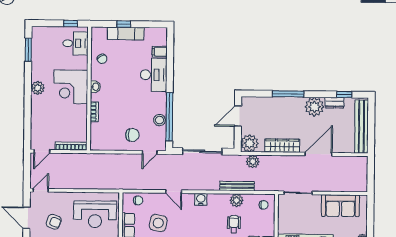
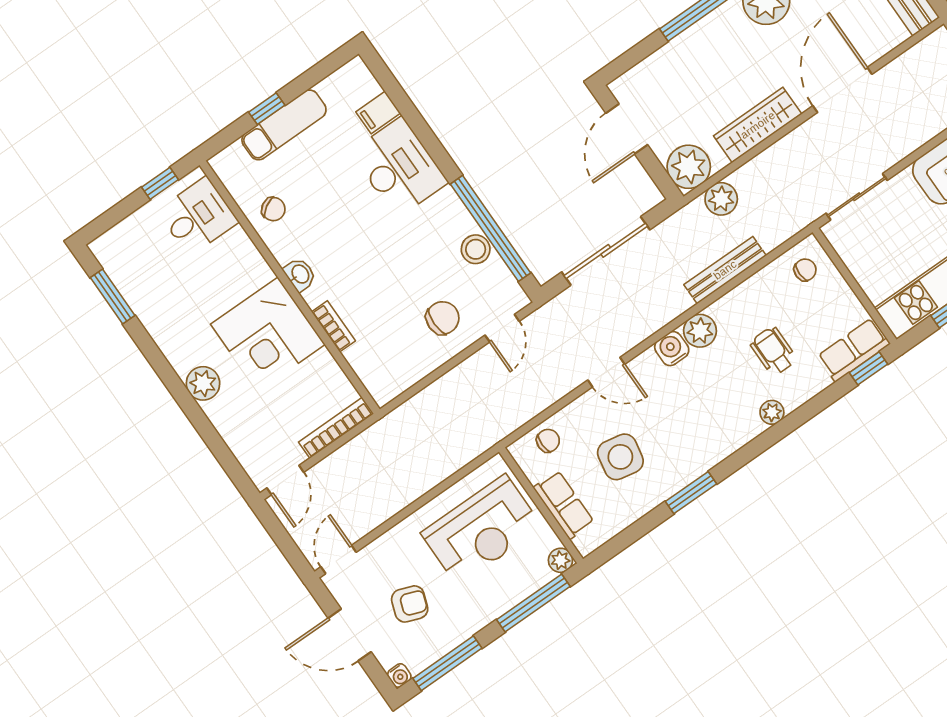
corner desk: (71, 87) -> (268, 334), moved
plant: (38, 88) -> (203, 383), moved
plant: (236, 200) -> (700, 331), moved

